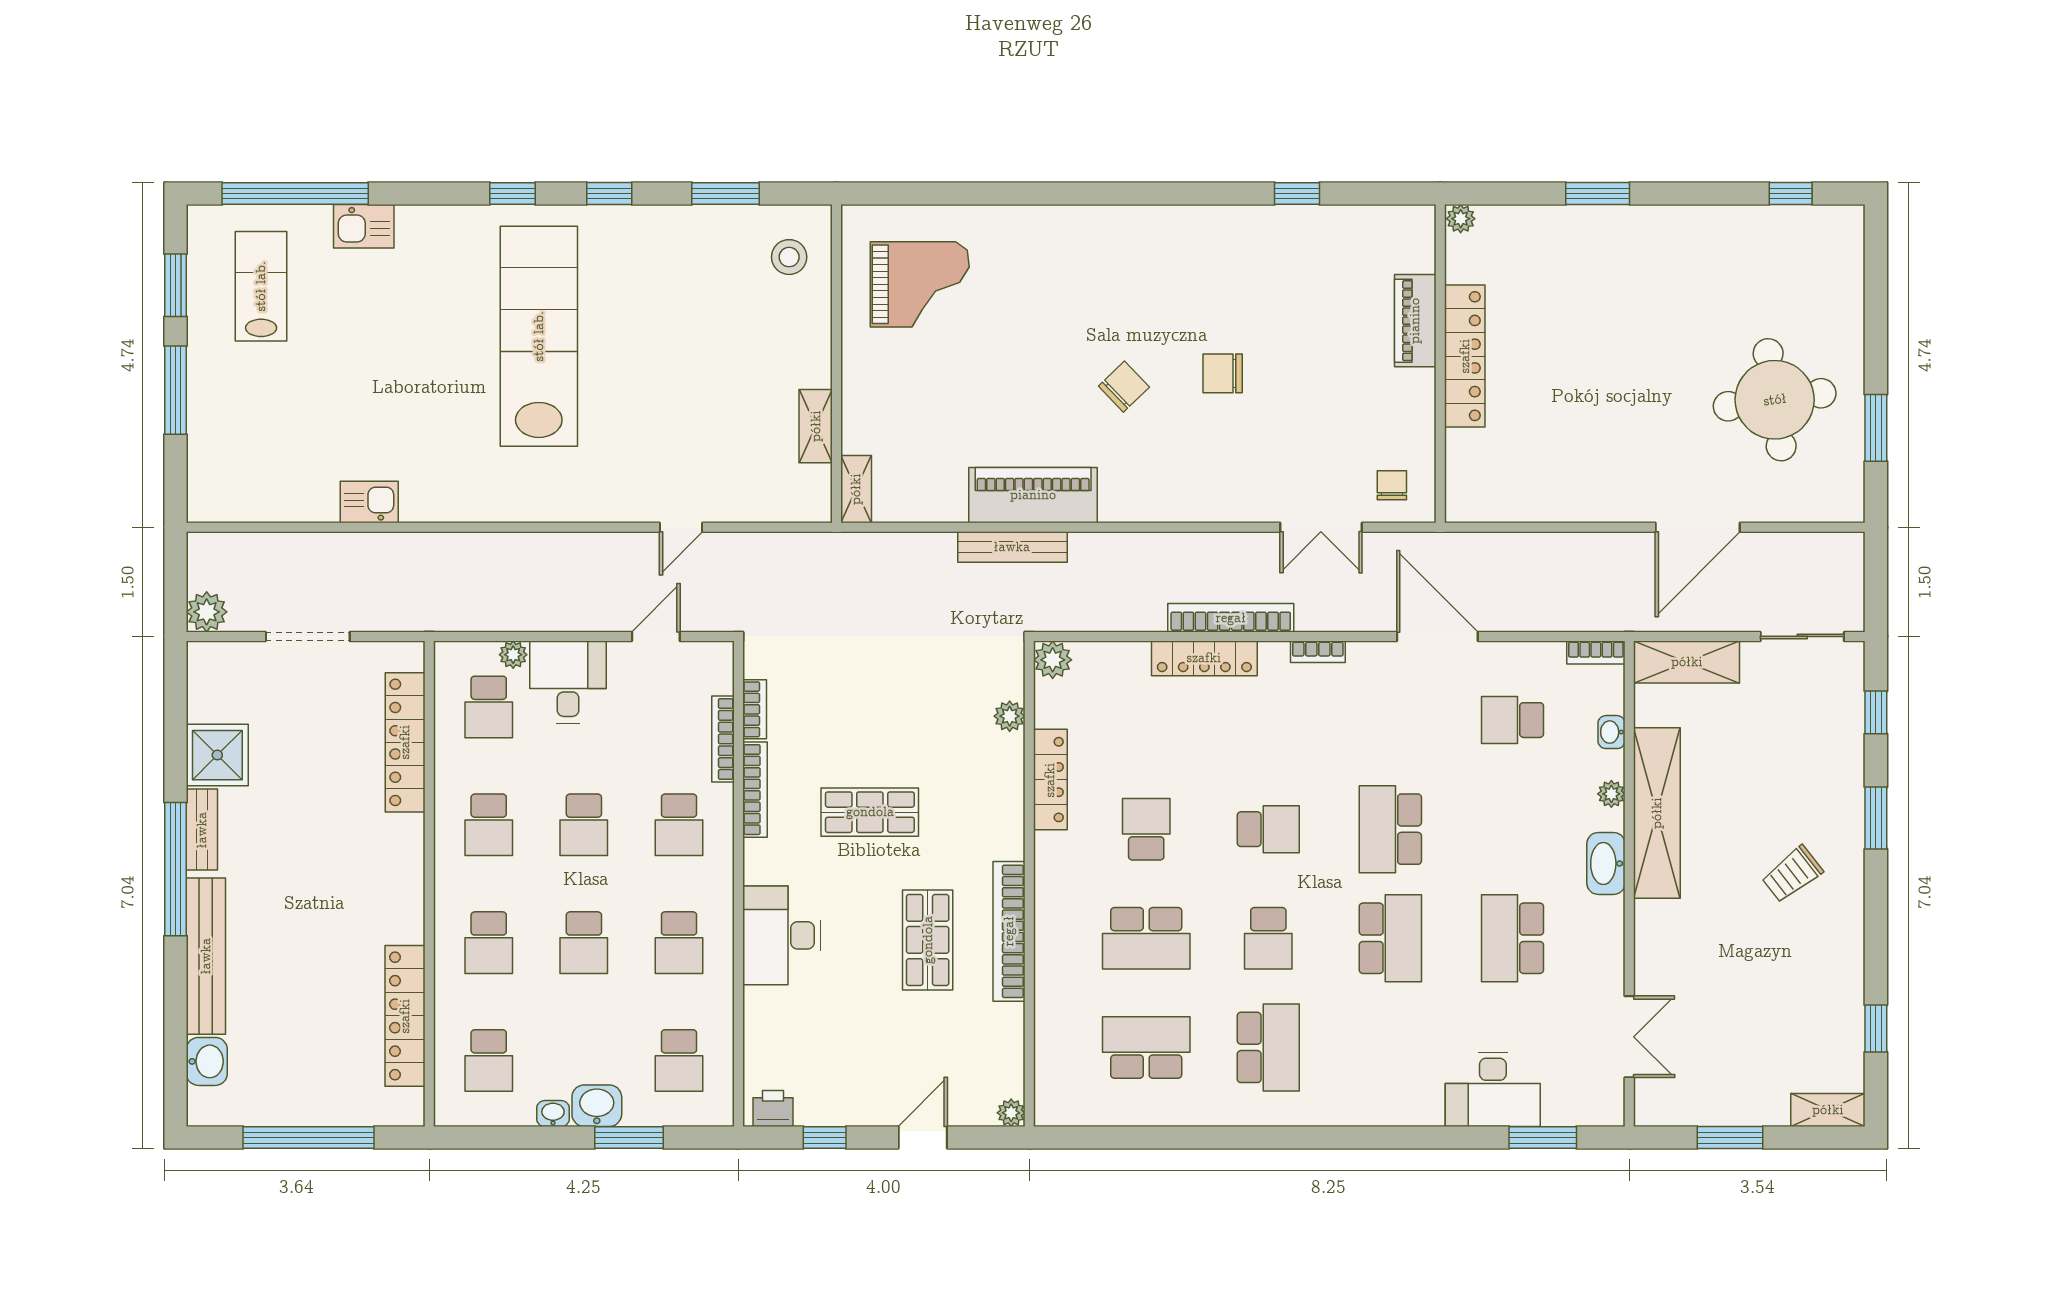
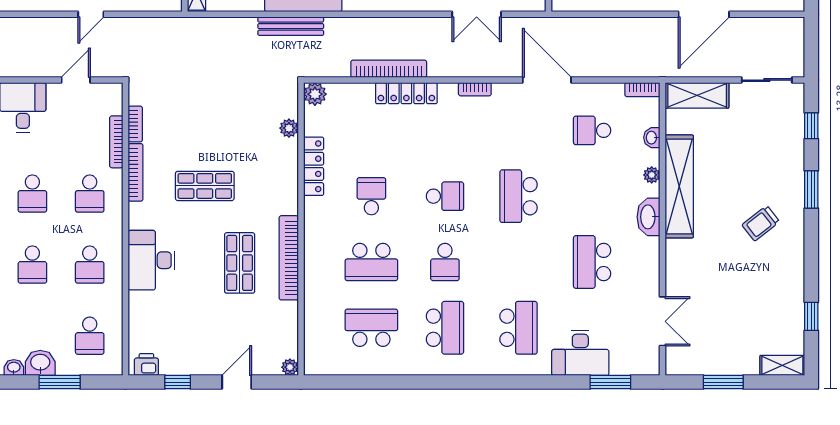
bookcase: (1231, 618) -> (389, 69), moved
school desk: (1390, 938) -> (519, 328), moved

